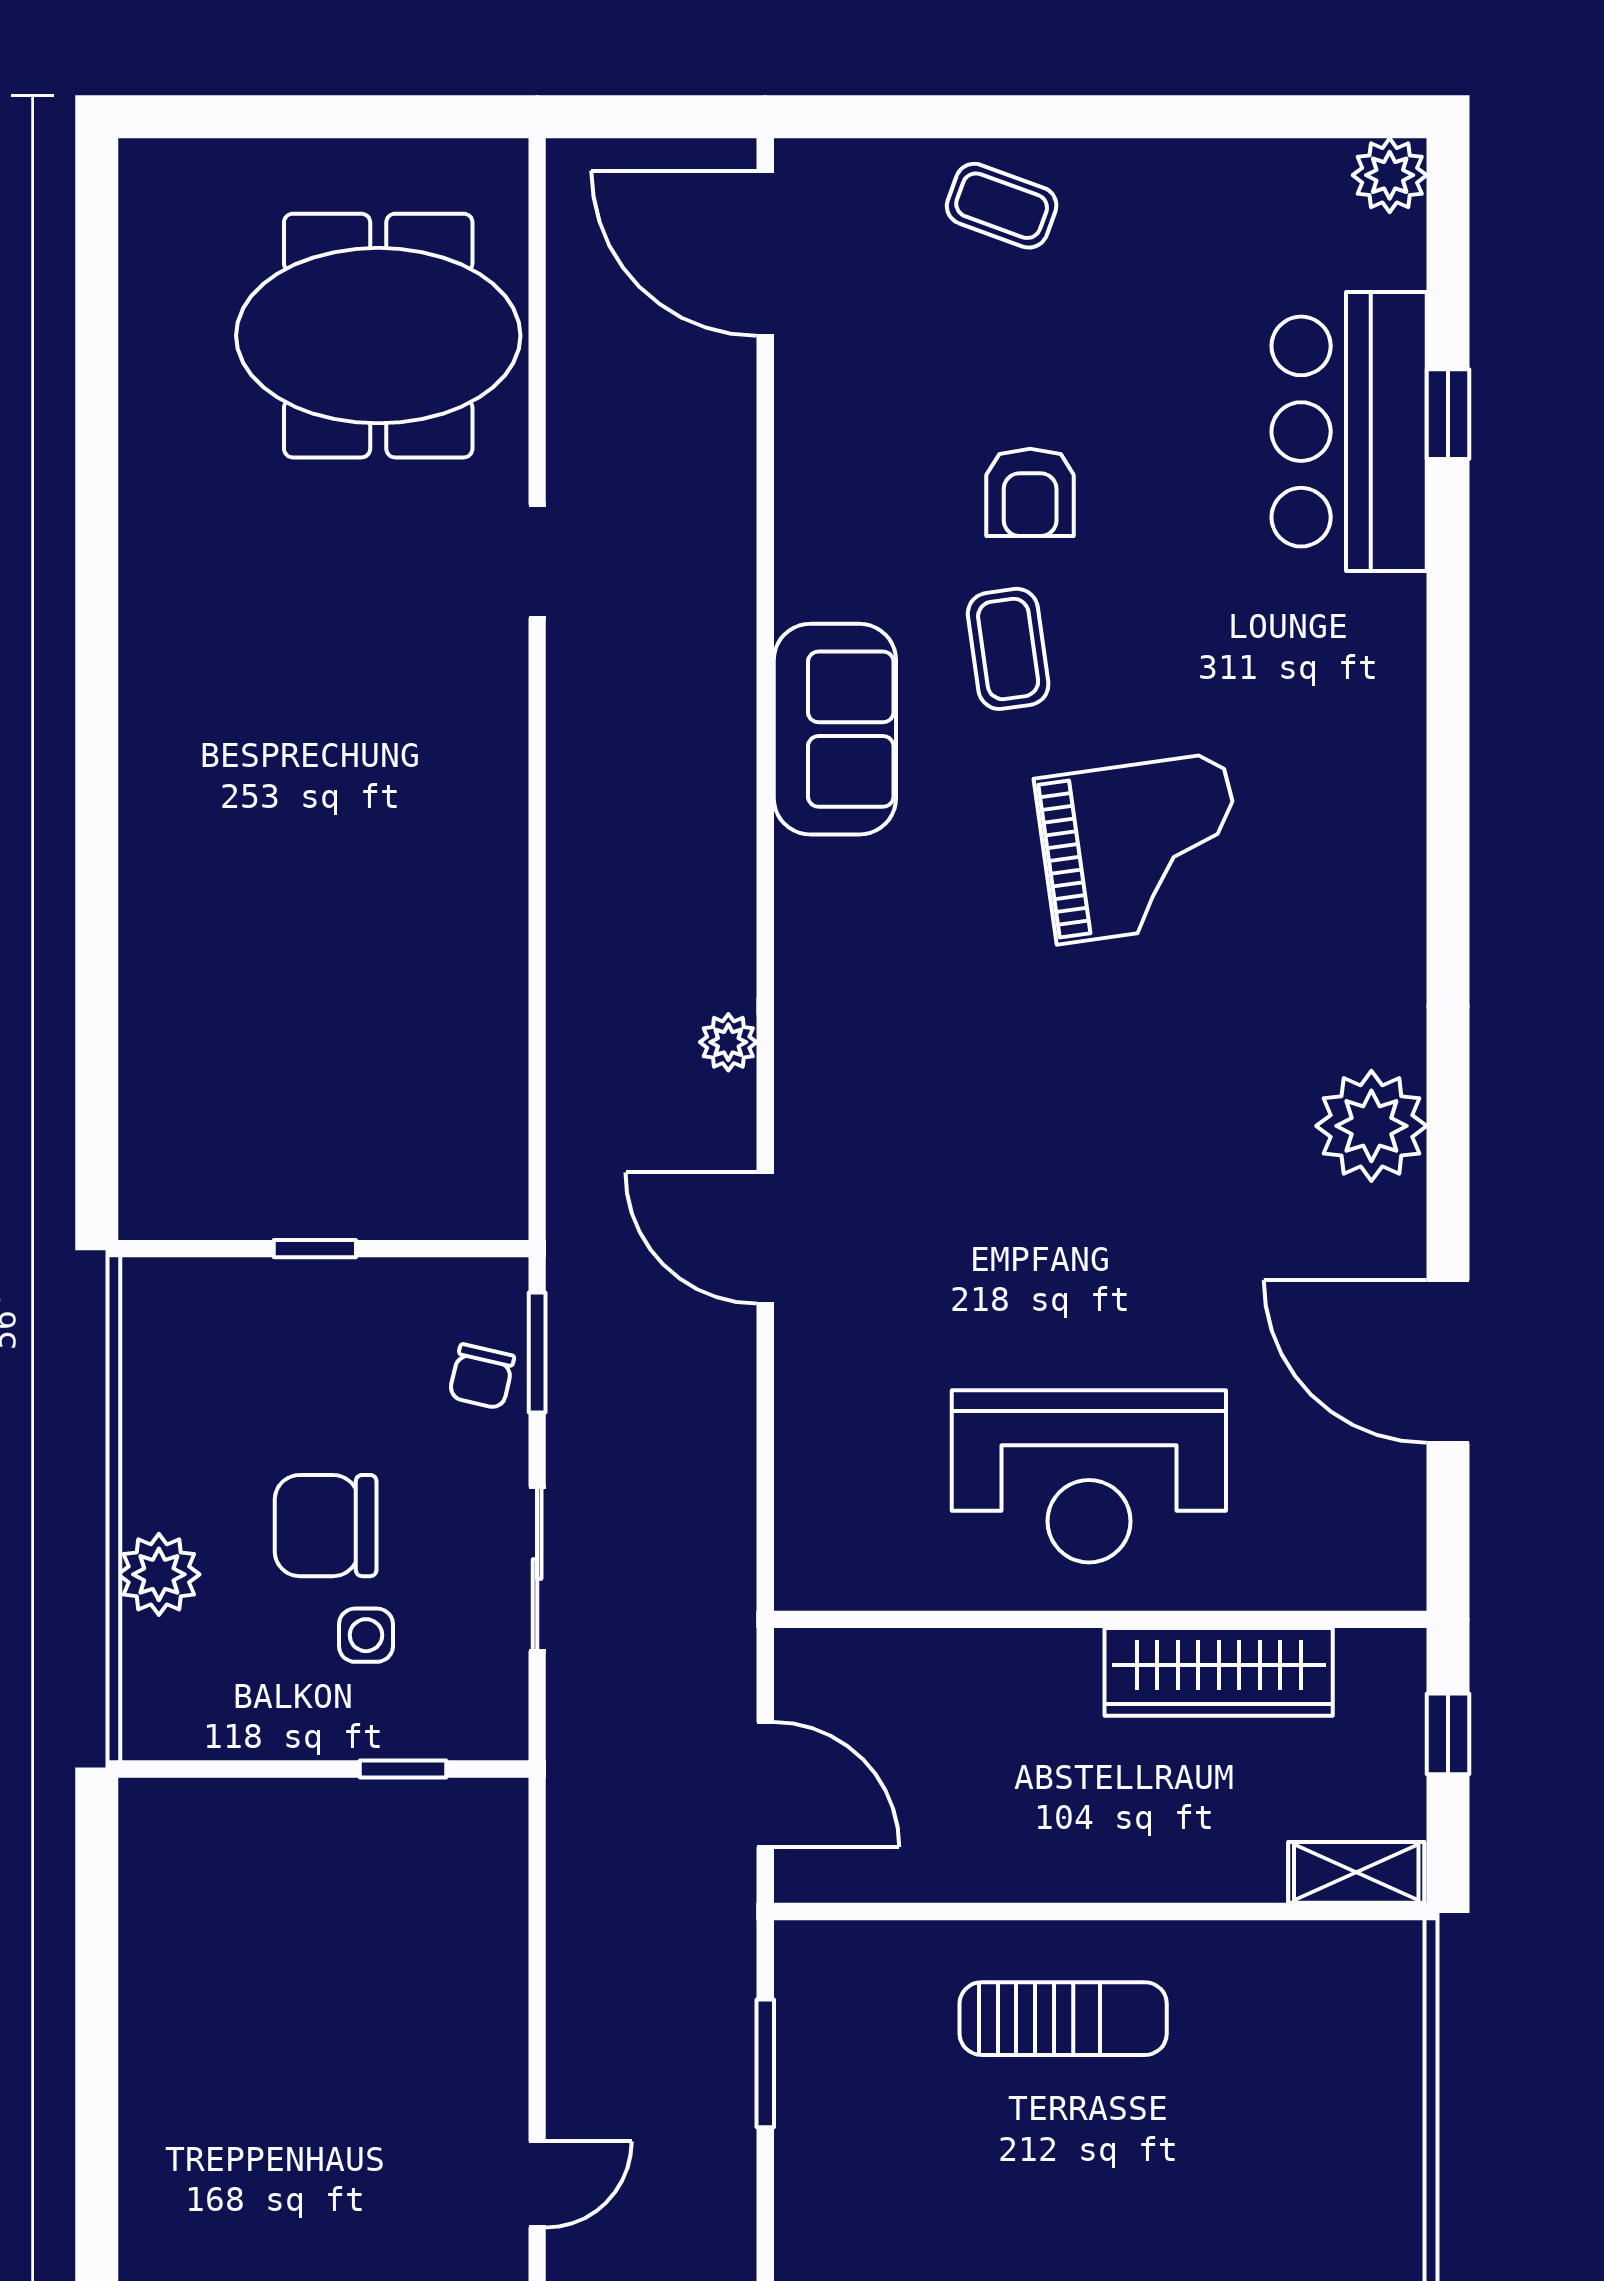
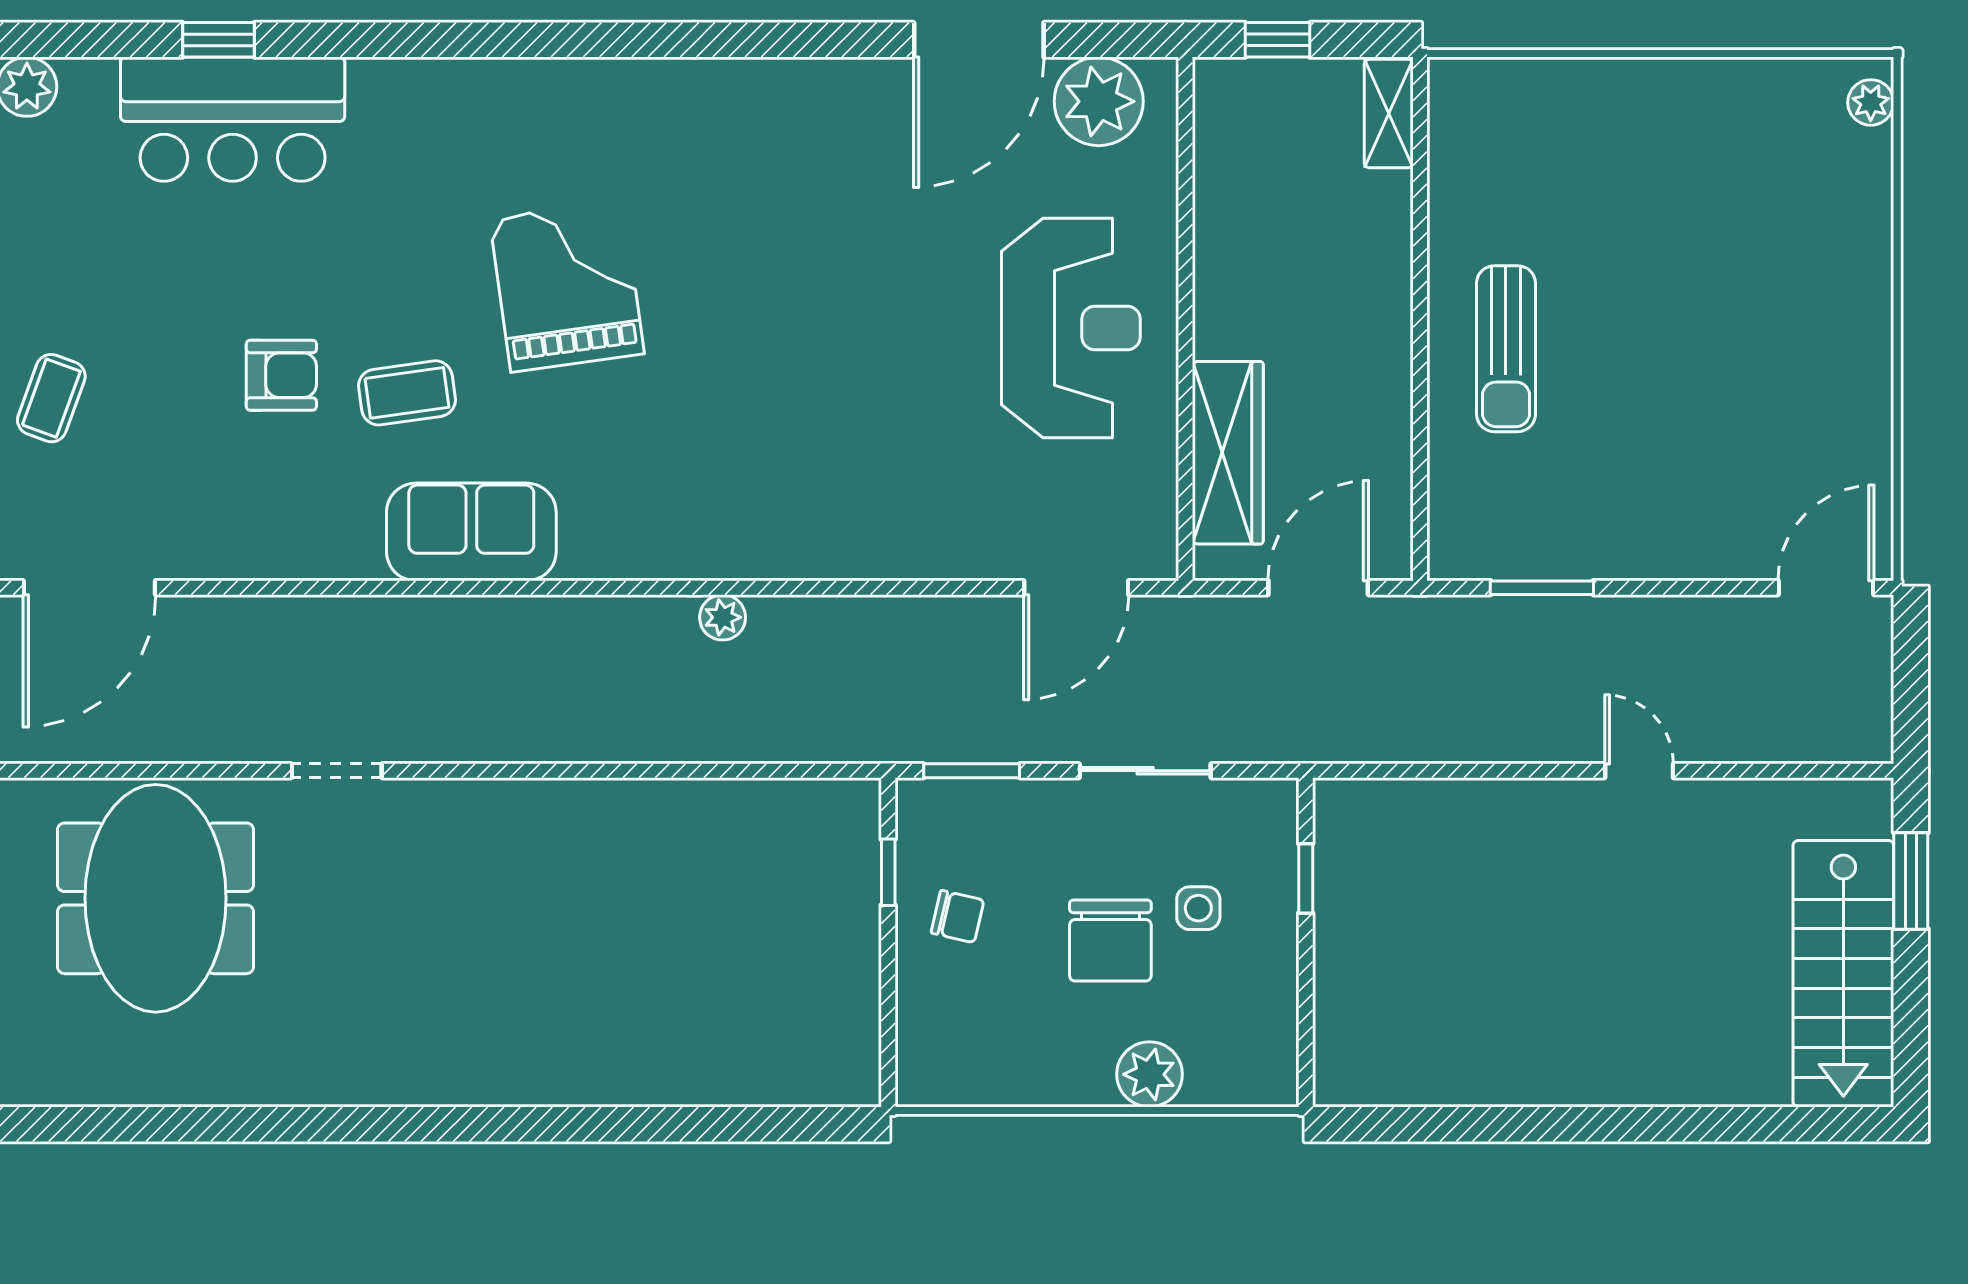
plant: (1371, 1126) -> (1099, 101), moved
door: (765, 1238) -> (1076, 588), moved
window: (315, 1249) -> (888, 872), moved
chair: (482, 1376) -> (957, 916), moved
wardrobe: (1219, 1672) -> (1228, 453), moved
sun lounger: (1063, 2019) -> (1506, 349), turned 180

